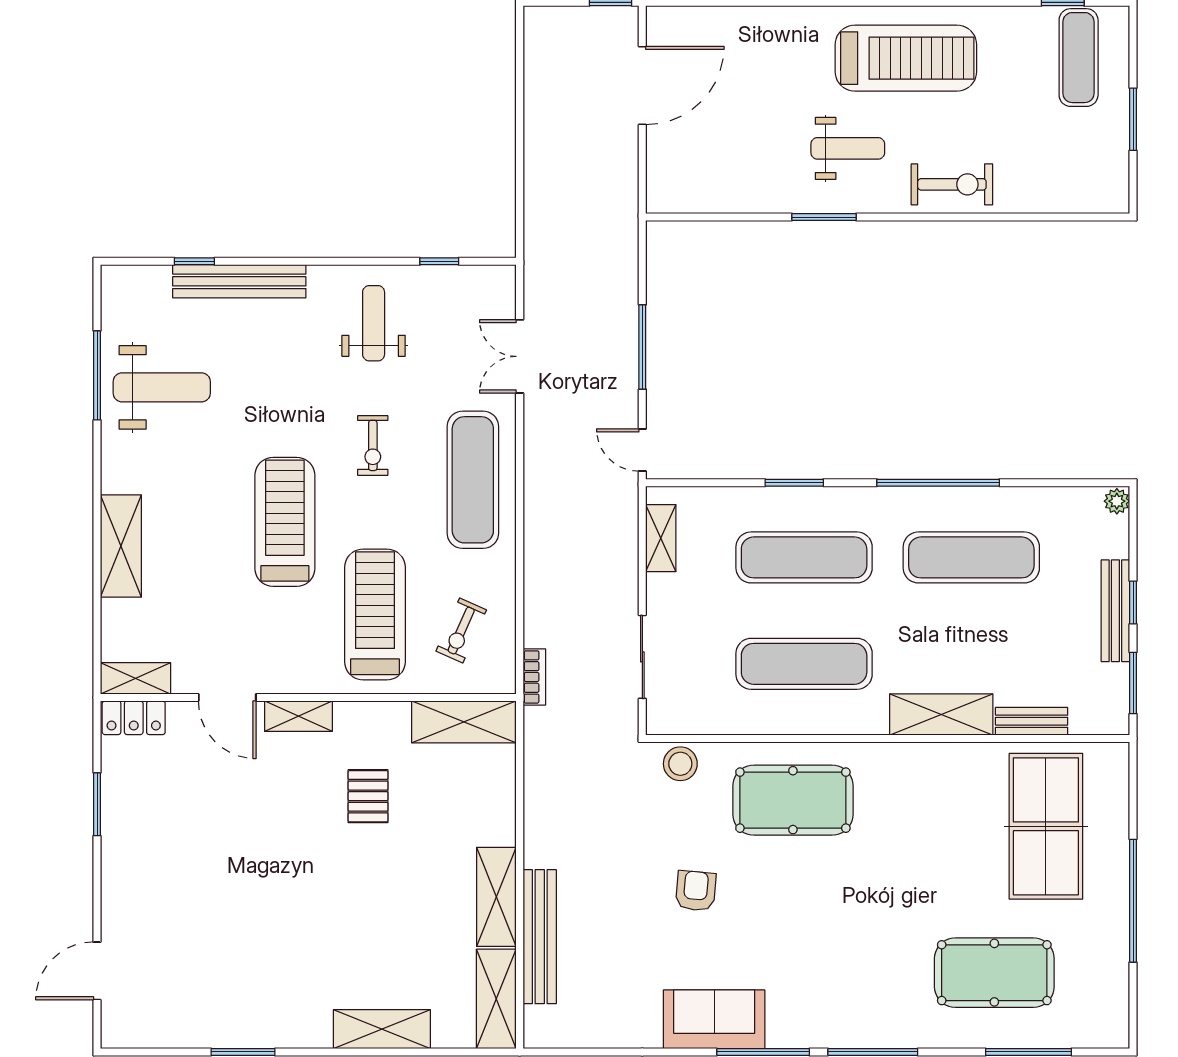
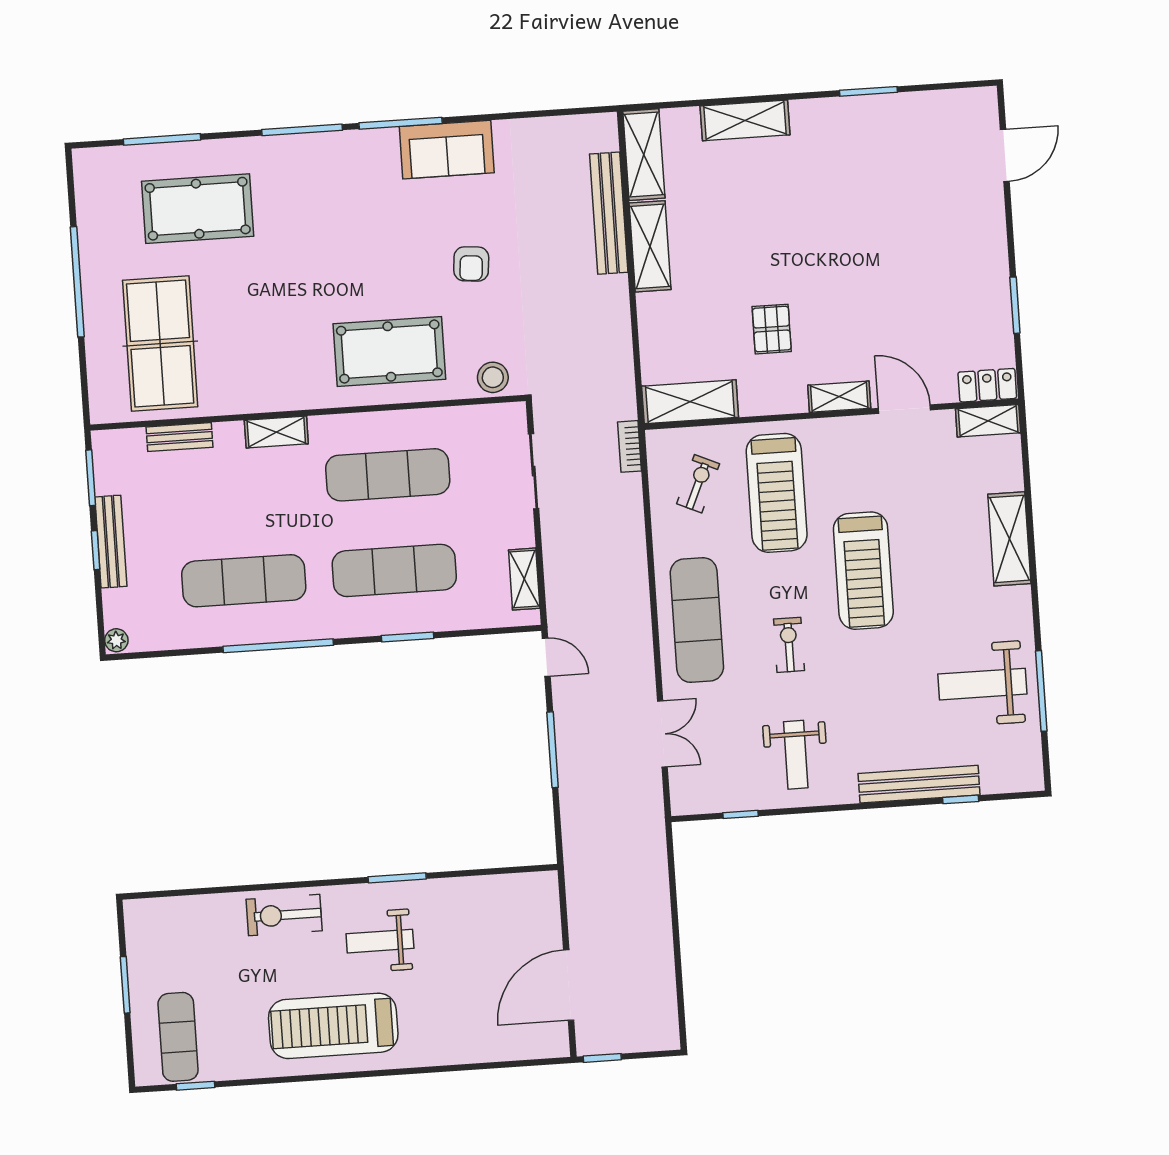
shelving: (941, 714) -> (276, 432), width x0.67, depth x0.75

